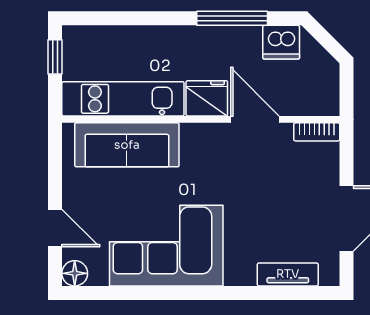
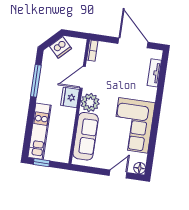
dishwasher: (281, 42) -> (60, 47), moved, turned 45
kitchen unit: (123, 99) -> (39, 131), moved, turned 180
plant: (202, 144) -> (90, 103), added

